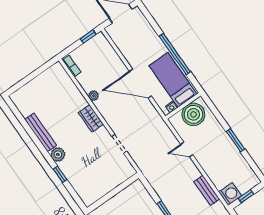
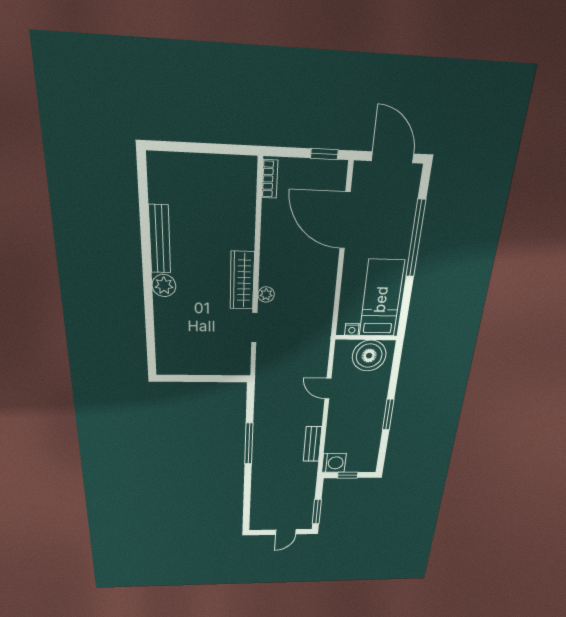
window: (175, 54) -> (416, 239), moved
door: (140, 84) -> (345, 221), moved
plant: (93, 96) -> (266, 294), moved
wardrobe: (91, 119) -> (242, 280), width x1.50
window: (60, 174) -> (149, 312), removed

